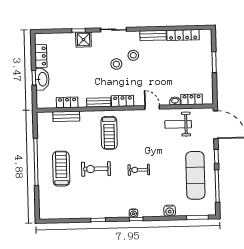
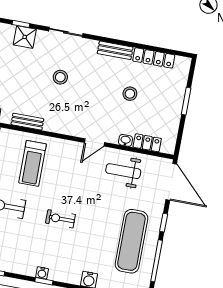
stool: (133, 55) -> (130, 94), moved
locker: (123, 101) -> (58, 126), removed
door: (152, 107) -> (94, 142), swing flipped

